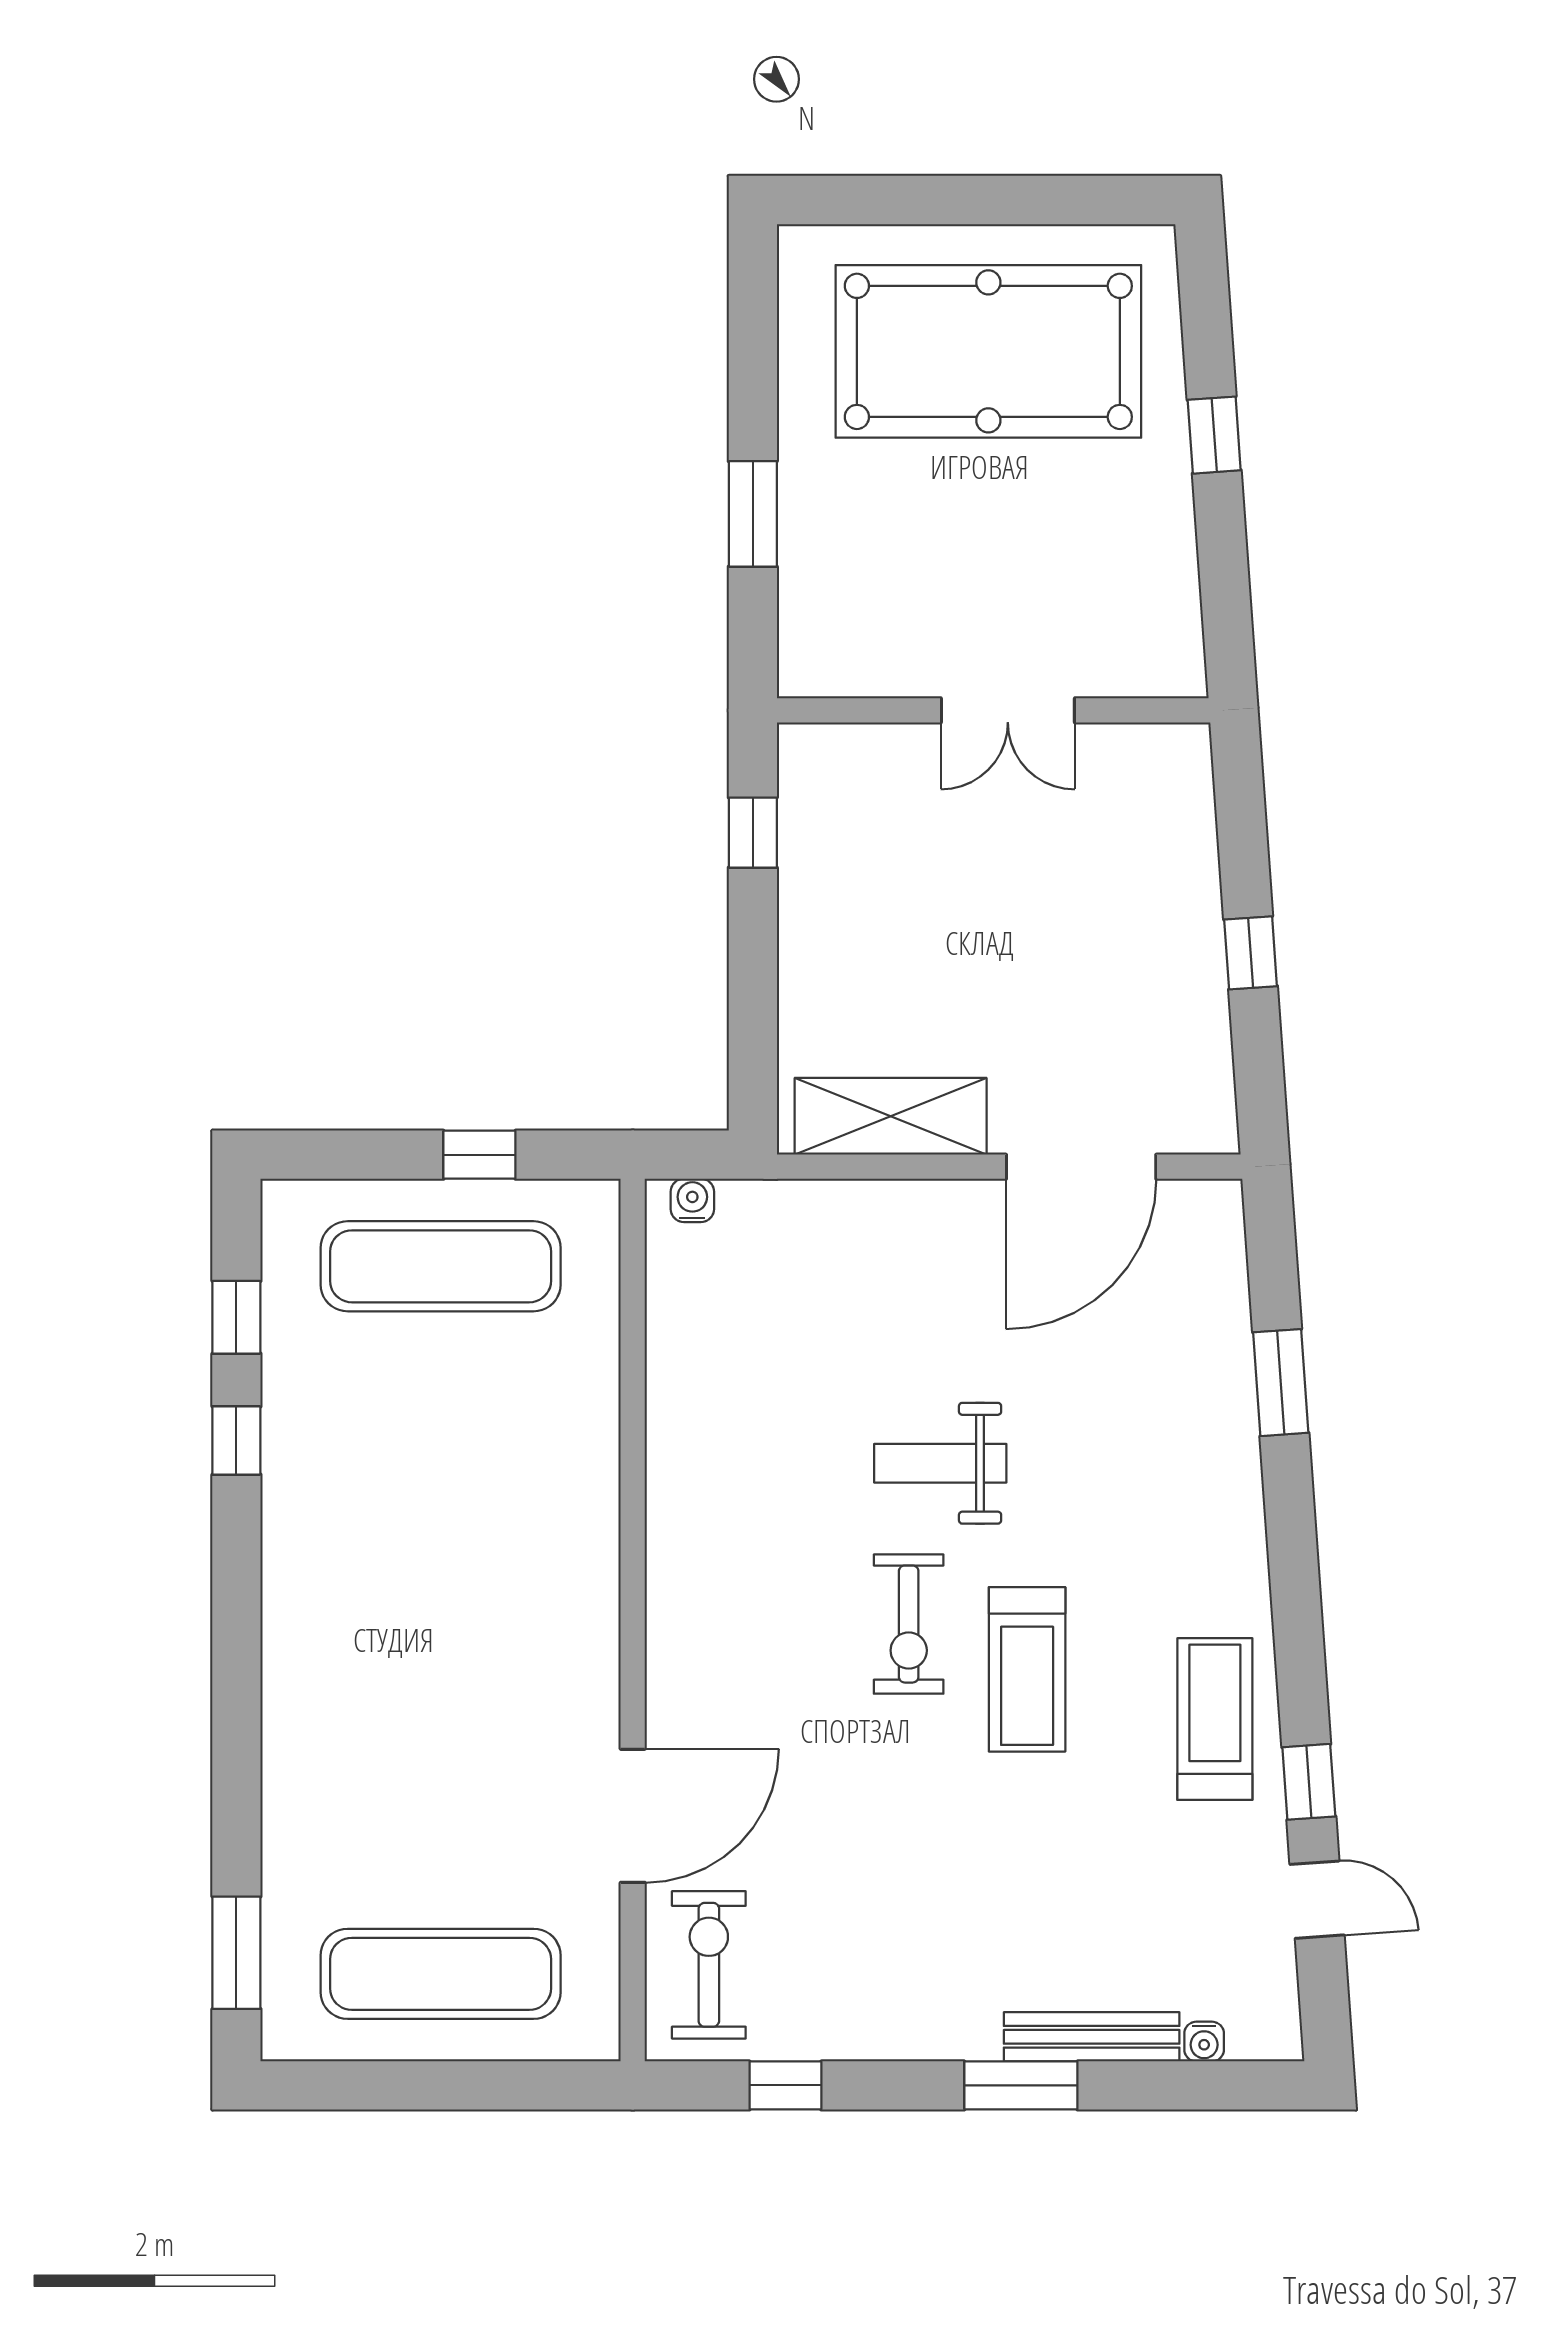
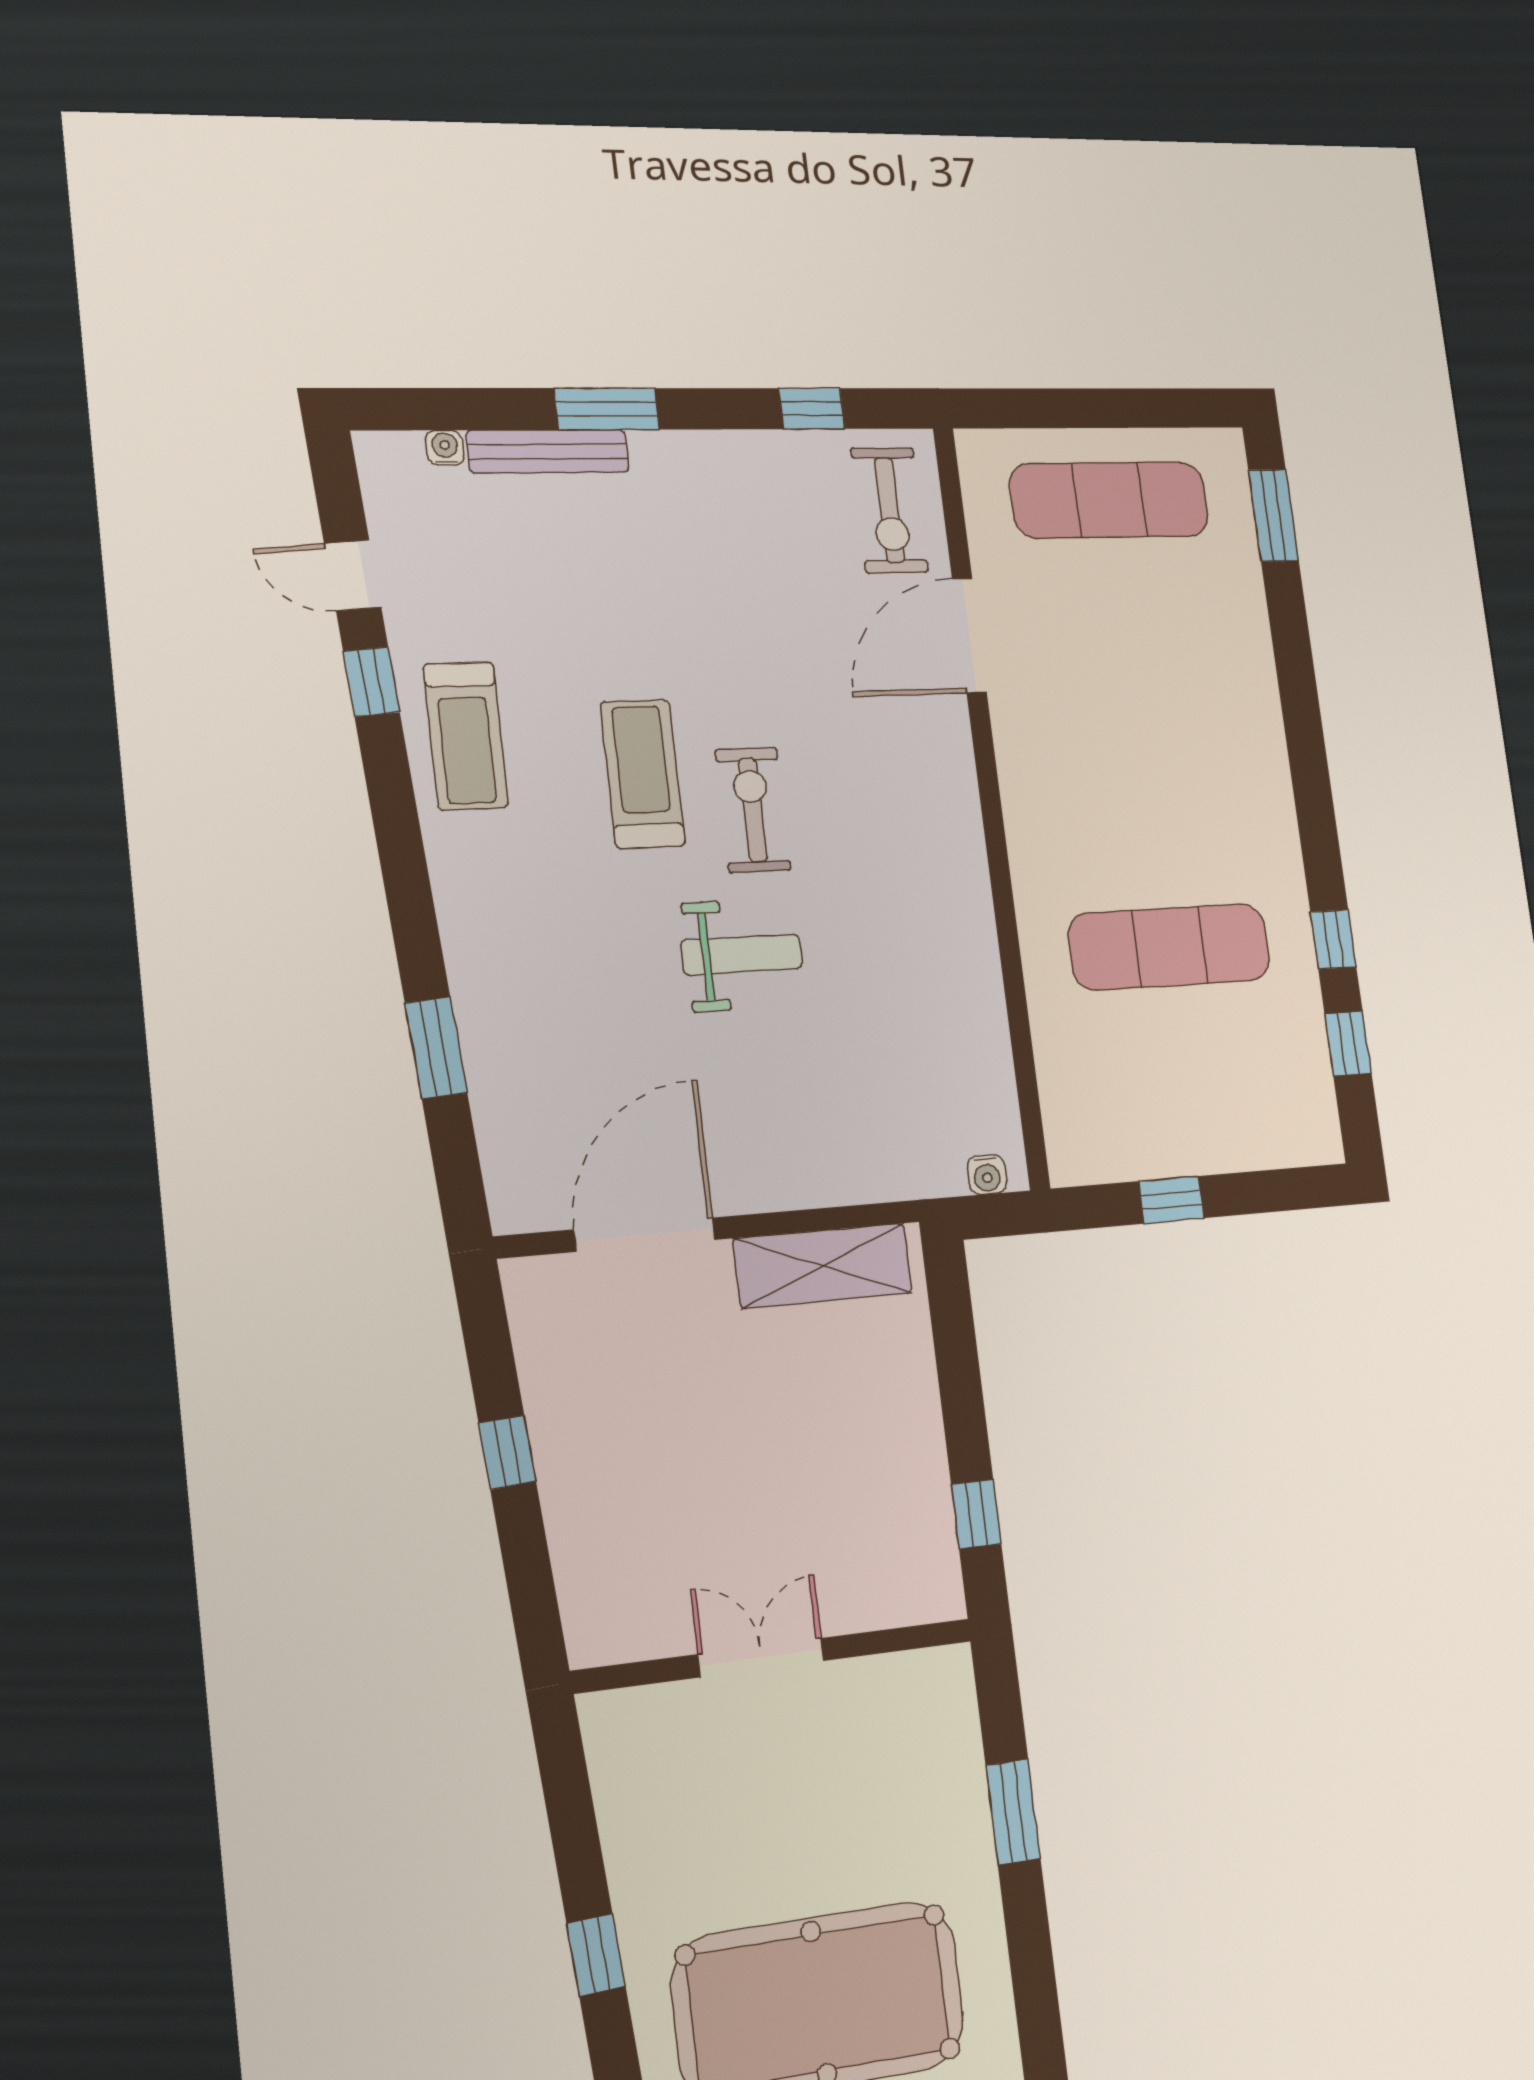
exercise mat: (441, 1266) -> (1170, 947), moved

